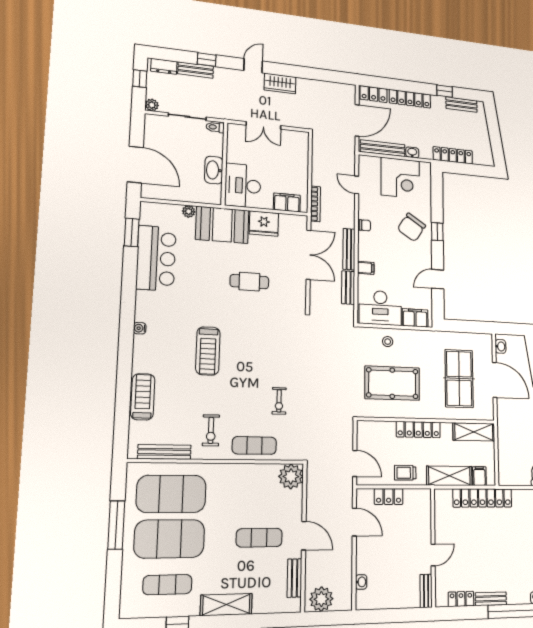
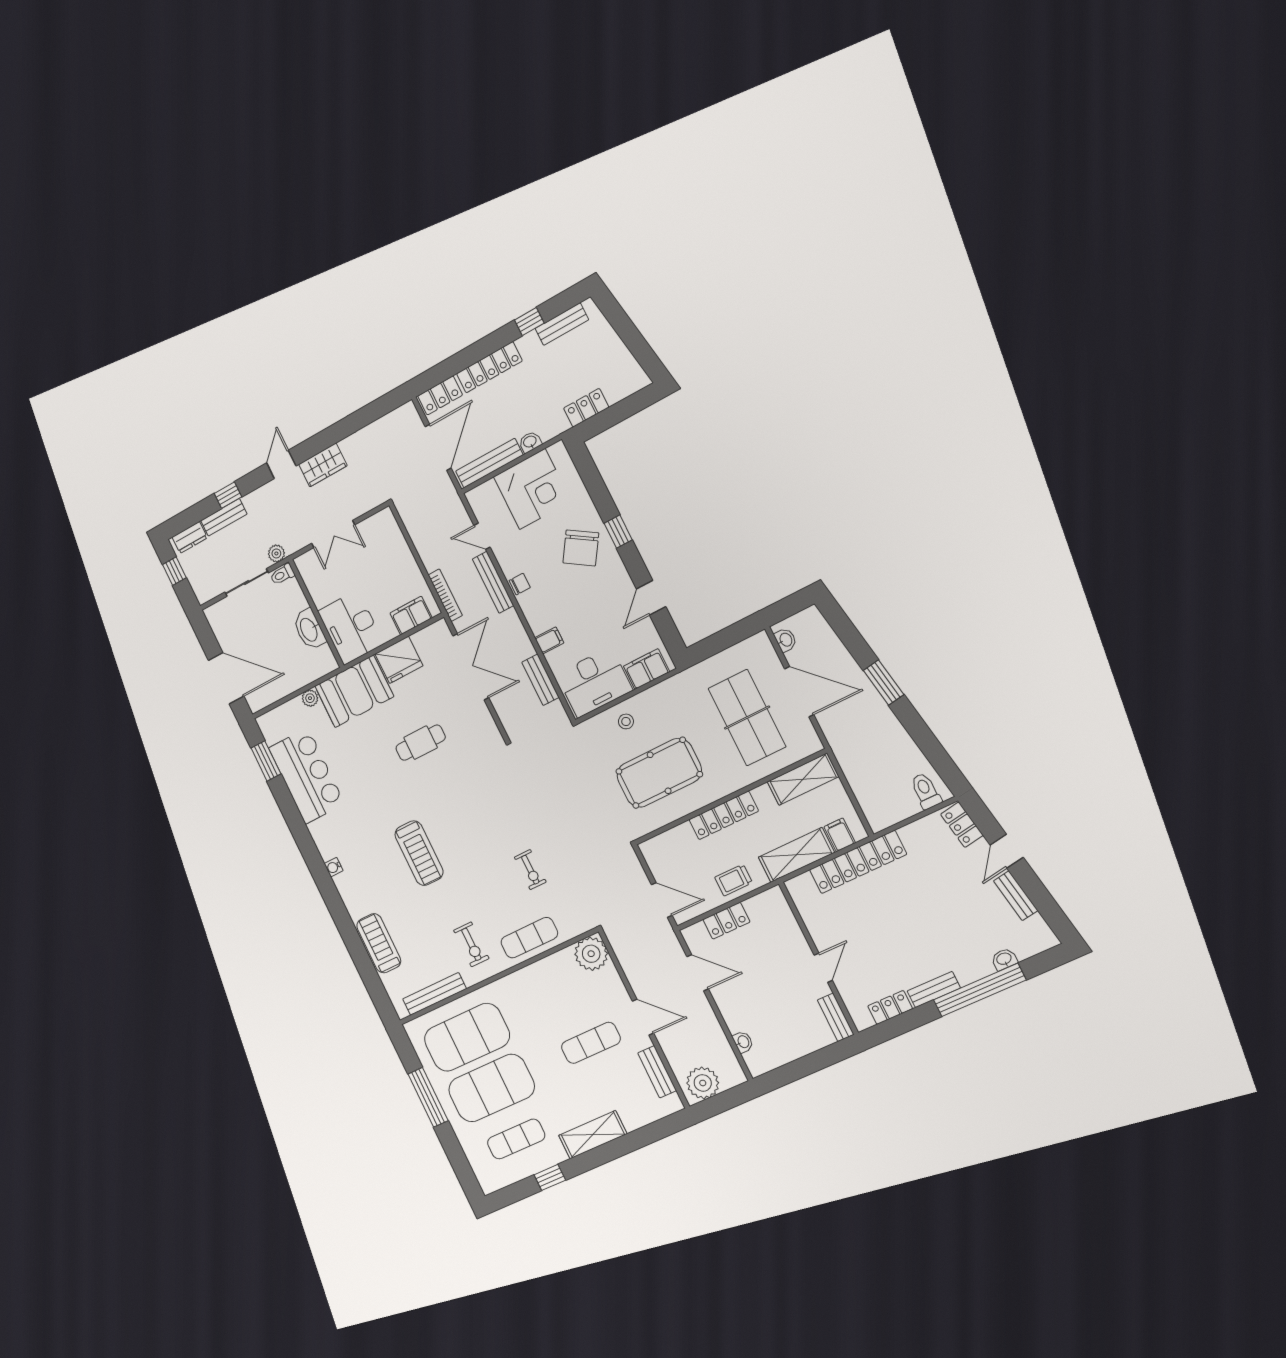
plant: (152, 105) -> (276, 553), moved
locker: (453, 155) -> (586, 408), width x0.66
bench: (349, 249) -> (493, 582), moved

